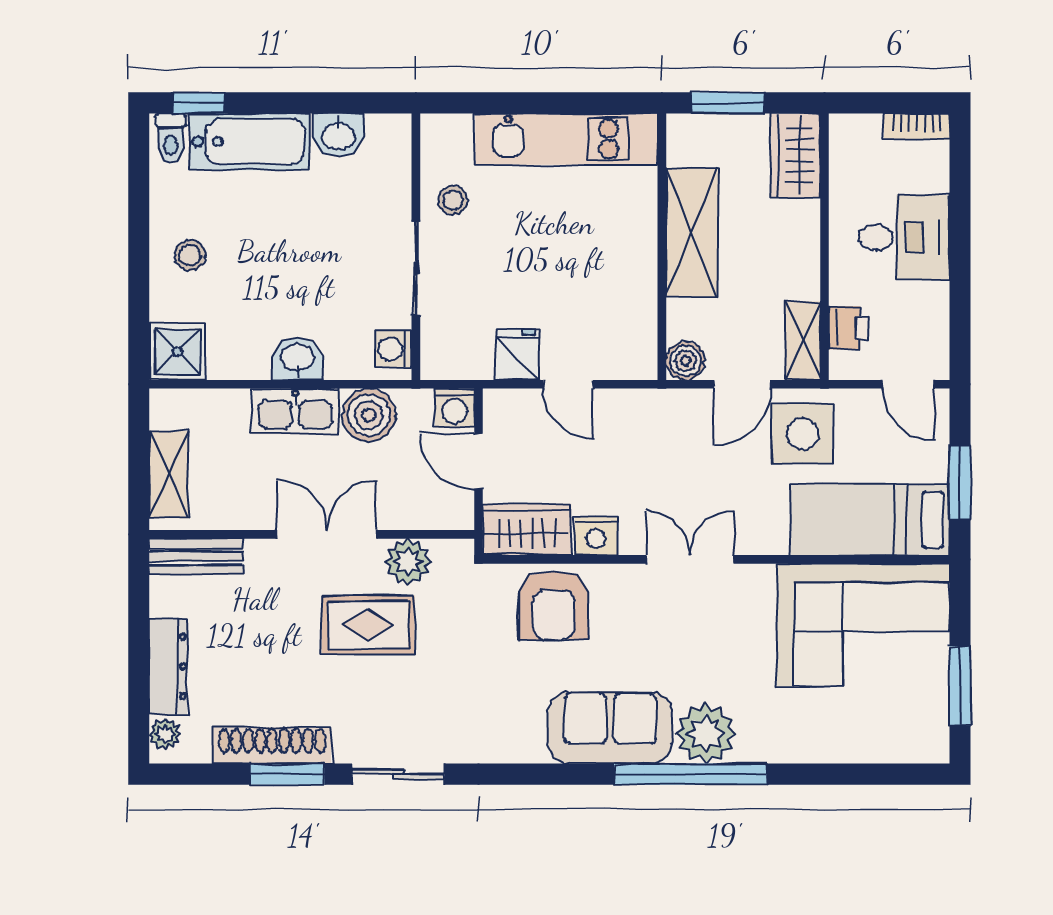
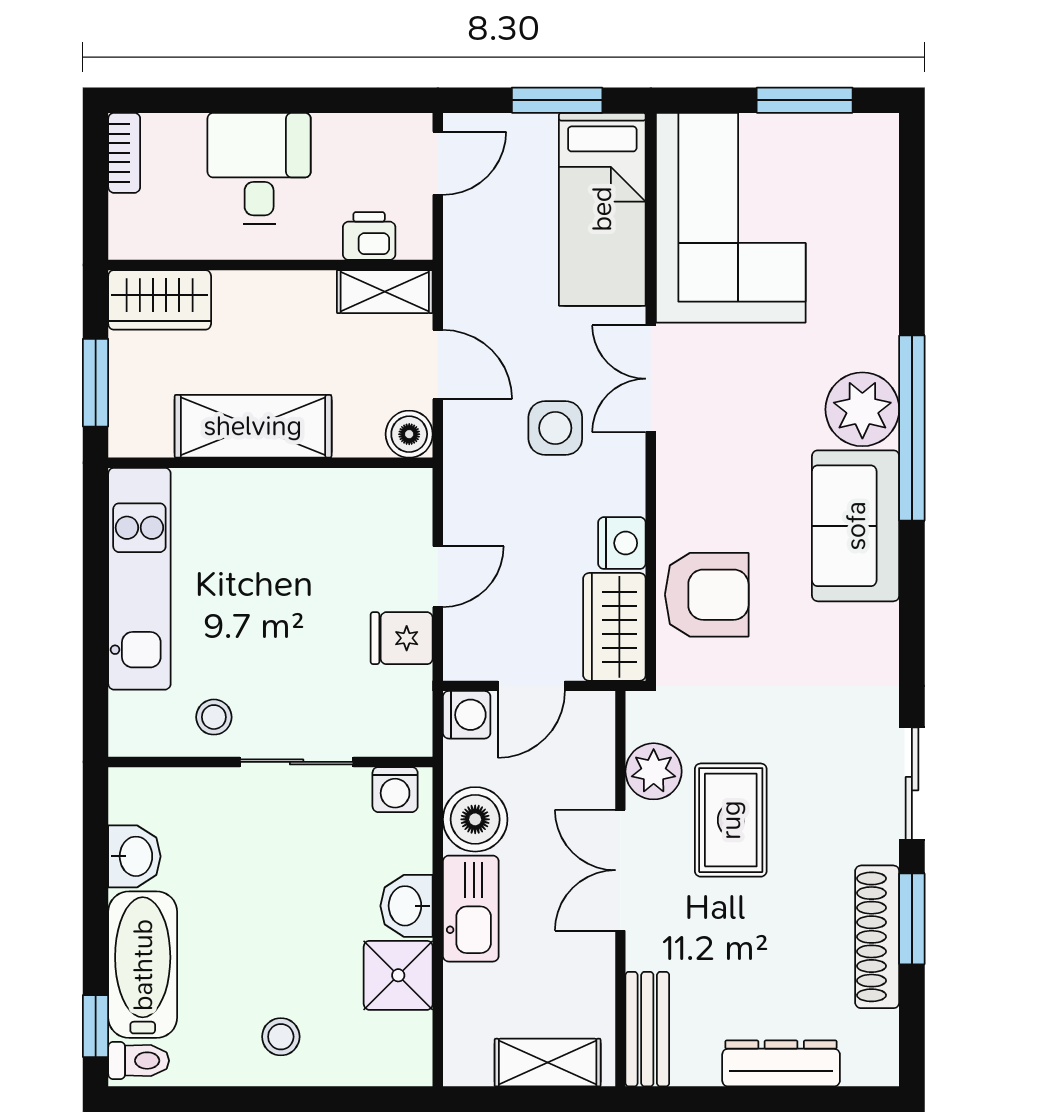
shower: (177, 352) -> (398, 975), moved
side table: (802, 434) -> (555, 428), moved, width x0.73, depth x0.73
double door: (690, 559) -> (651, 379), moved
plant: (165, 734) -> (863, 1067), removed

